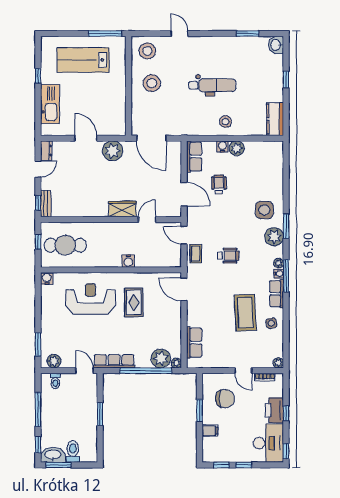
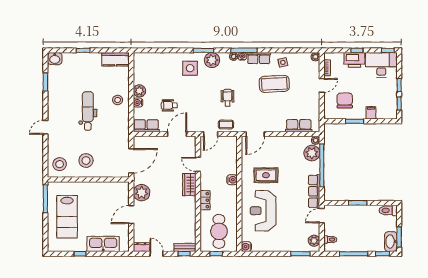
door: (179, 34) -> (45, 127), moved
locker: (103, 228) -> (205, 200), added
toilet: (73, 451) -> (388, 210), moved

